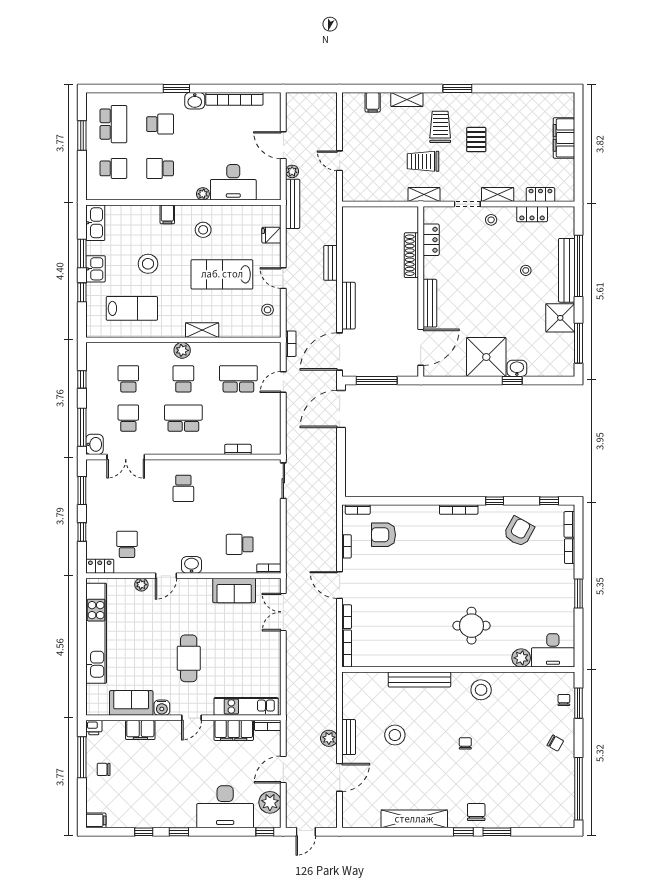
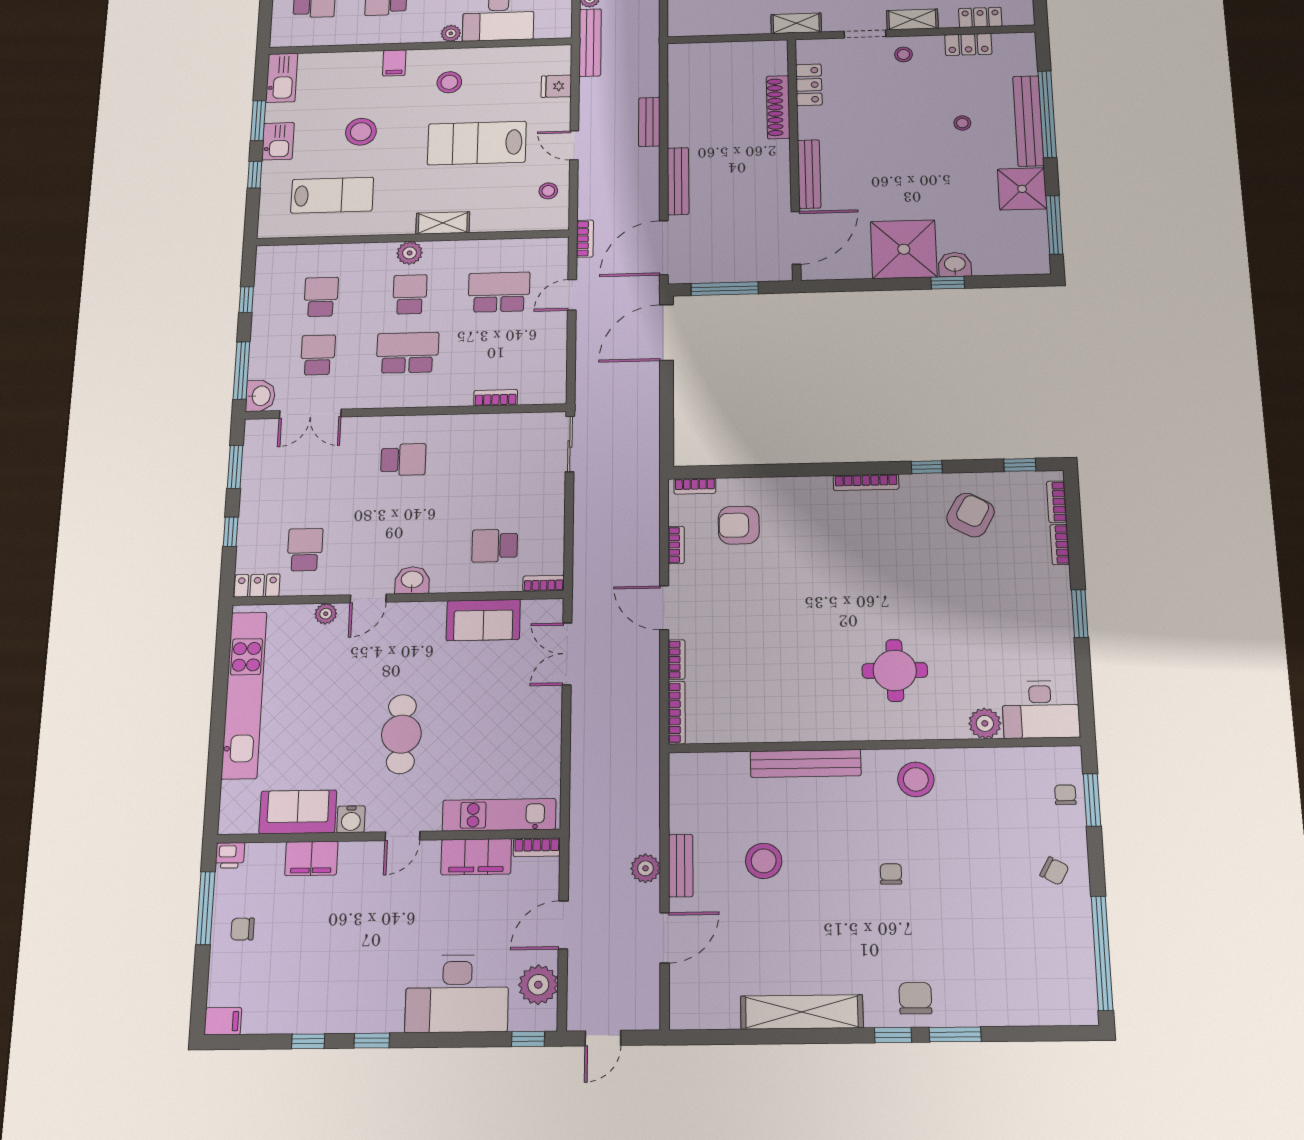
school desk: (183, 488) -> (403, 460), turned -90

